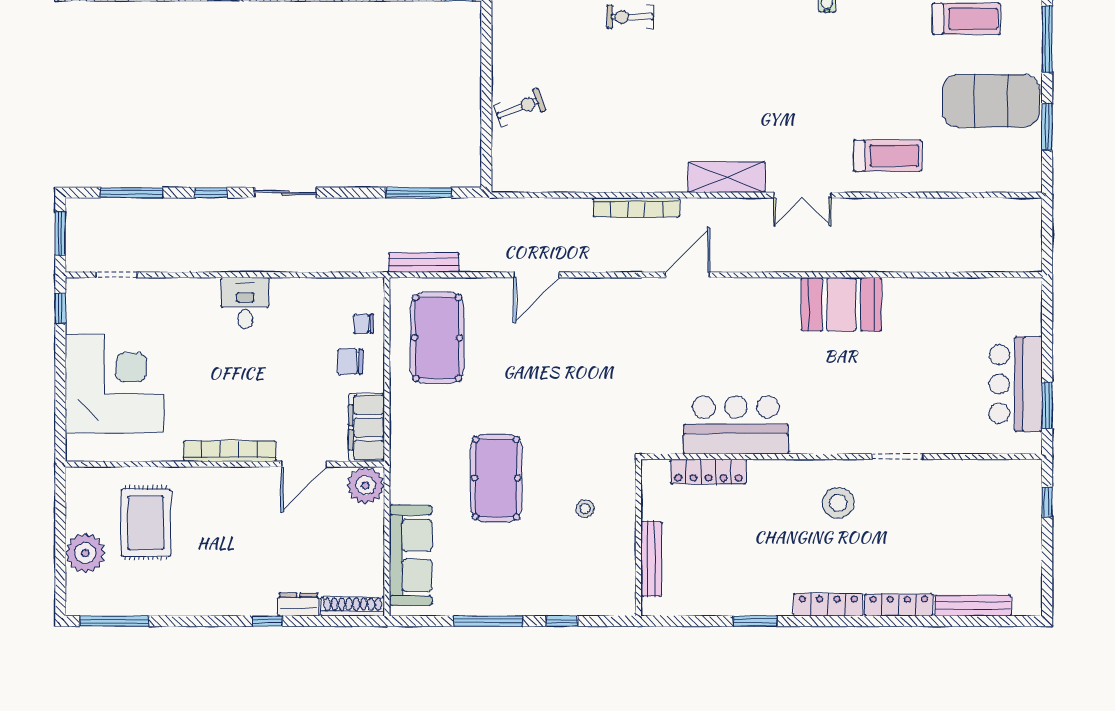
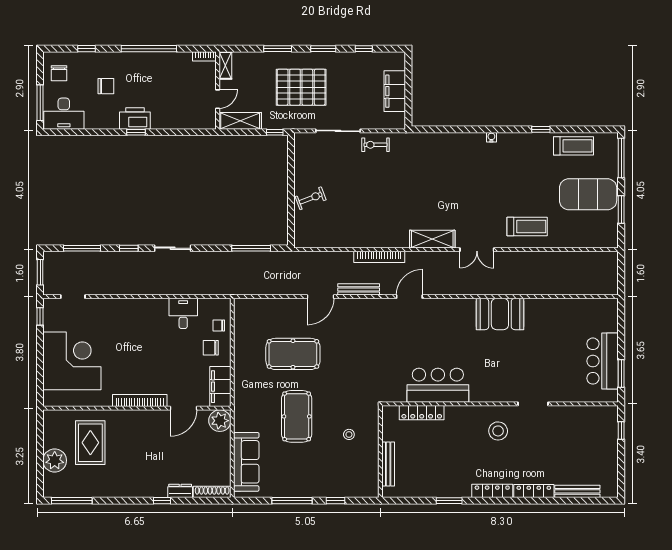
bench: (424, 262) -> (359, 289), moved
desk: (245, 303) -> (183, 313), moved
pool table: (437, 338) -> (293, 354), moved, turned 90

